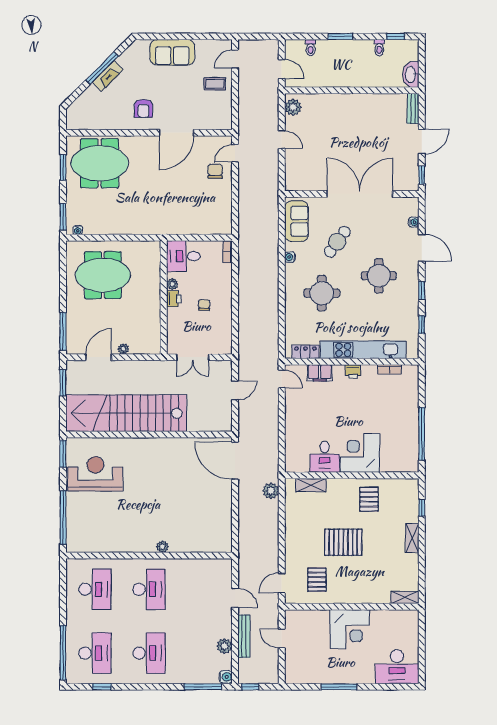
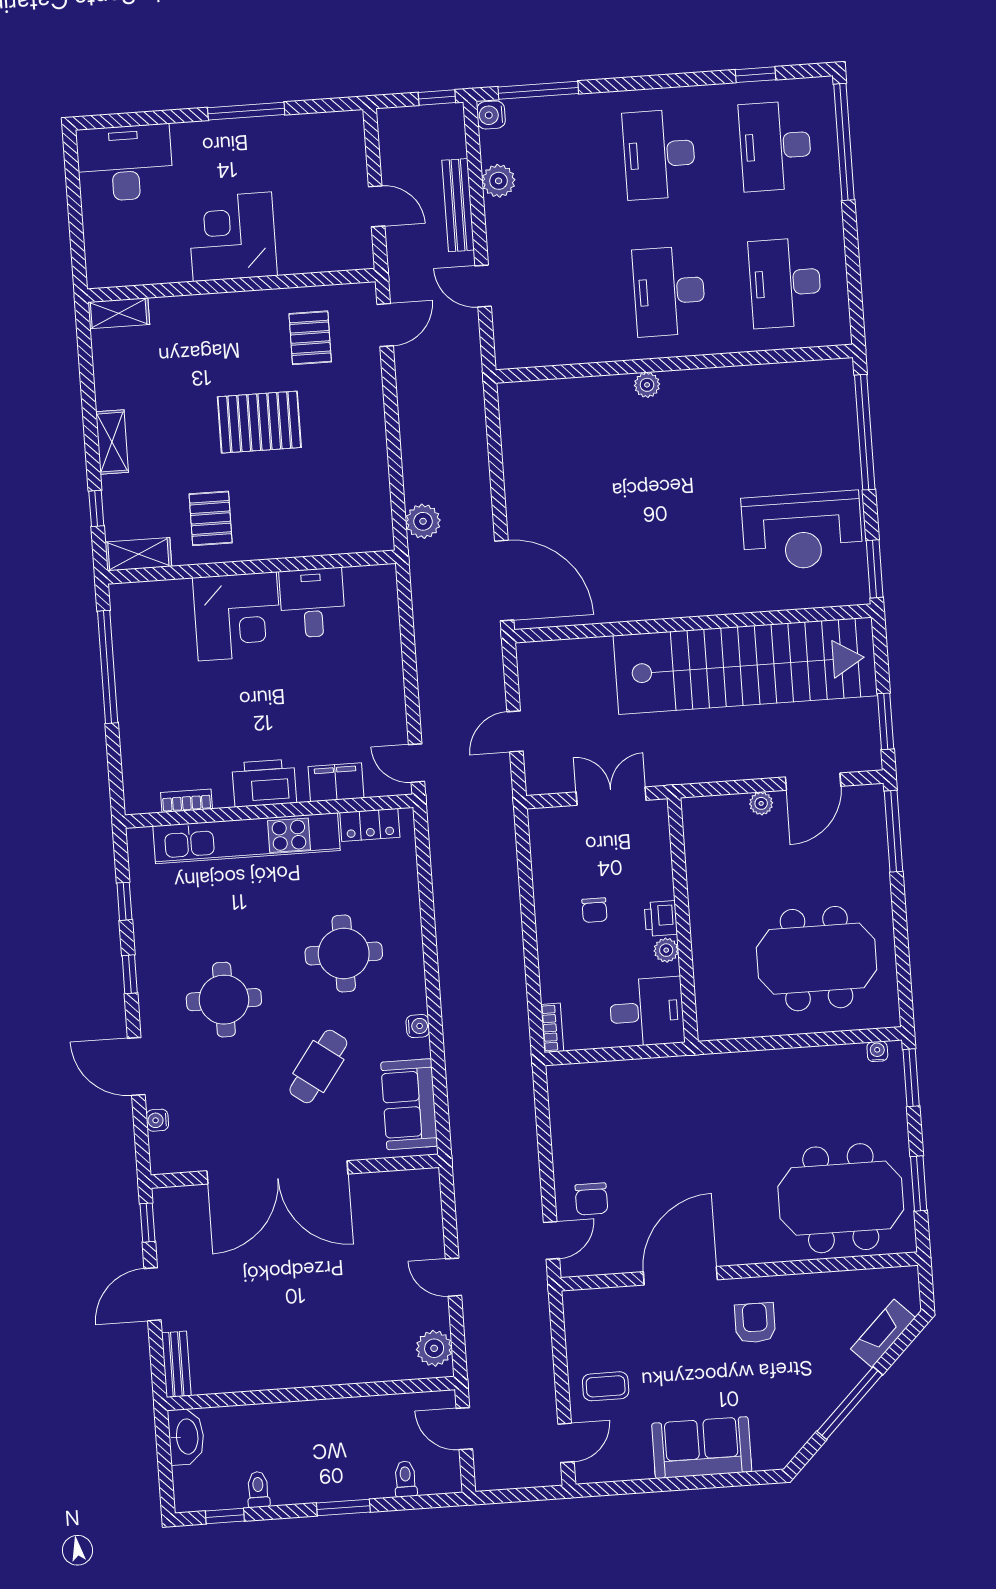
fireplace: (108, 76) -> (883, 1333), moved
printer: (353, 371) -> (264, 783), width x1.87, depth x1.48
shelving: (311, 485) -> (138, 554), moved

